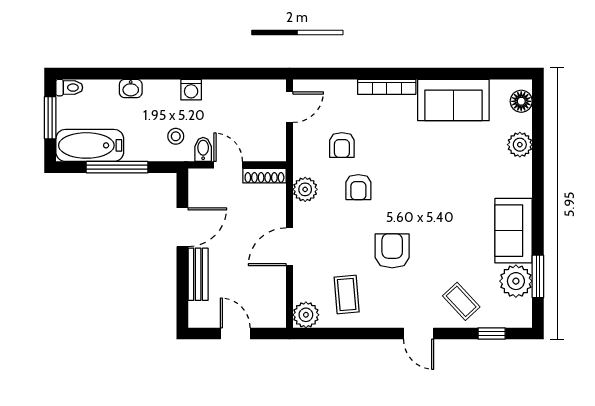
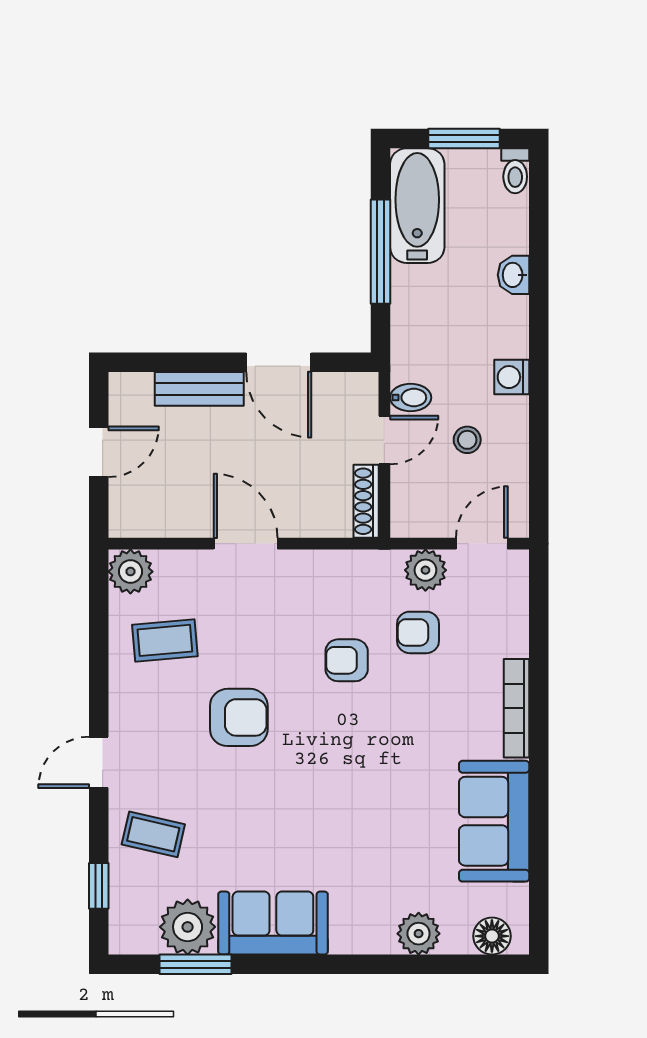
door: (289, 107) -> (482, 544), swing flipped
stool: (176, 136) -> (467, 440), moved
plant: (305, 189) -> (425, 570), moved
coffee table: (461, 301) -> (153, 834), turned 56

